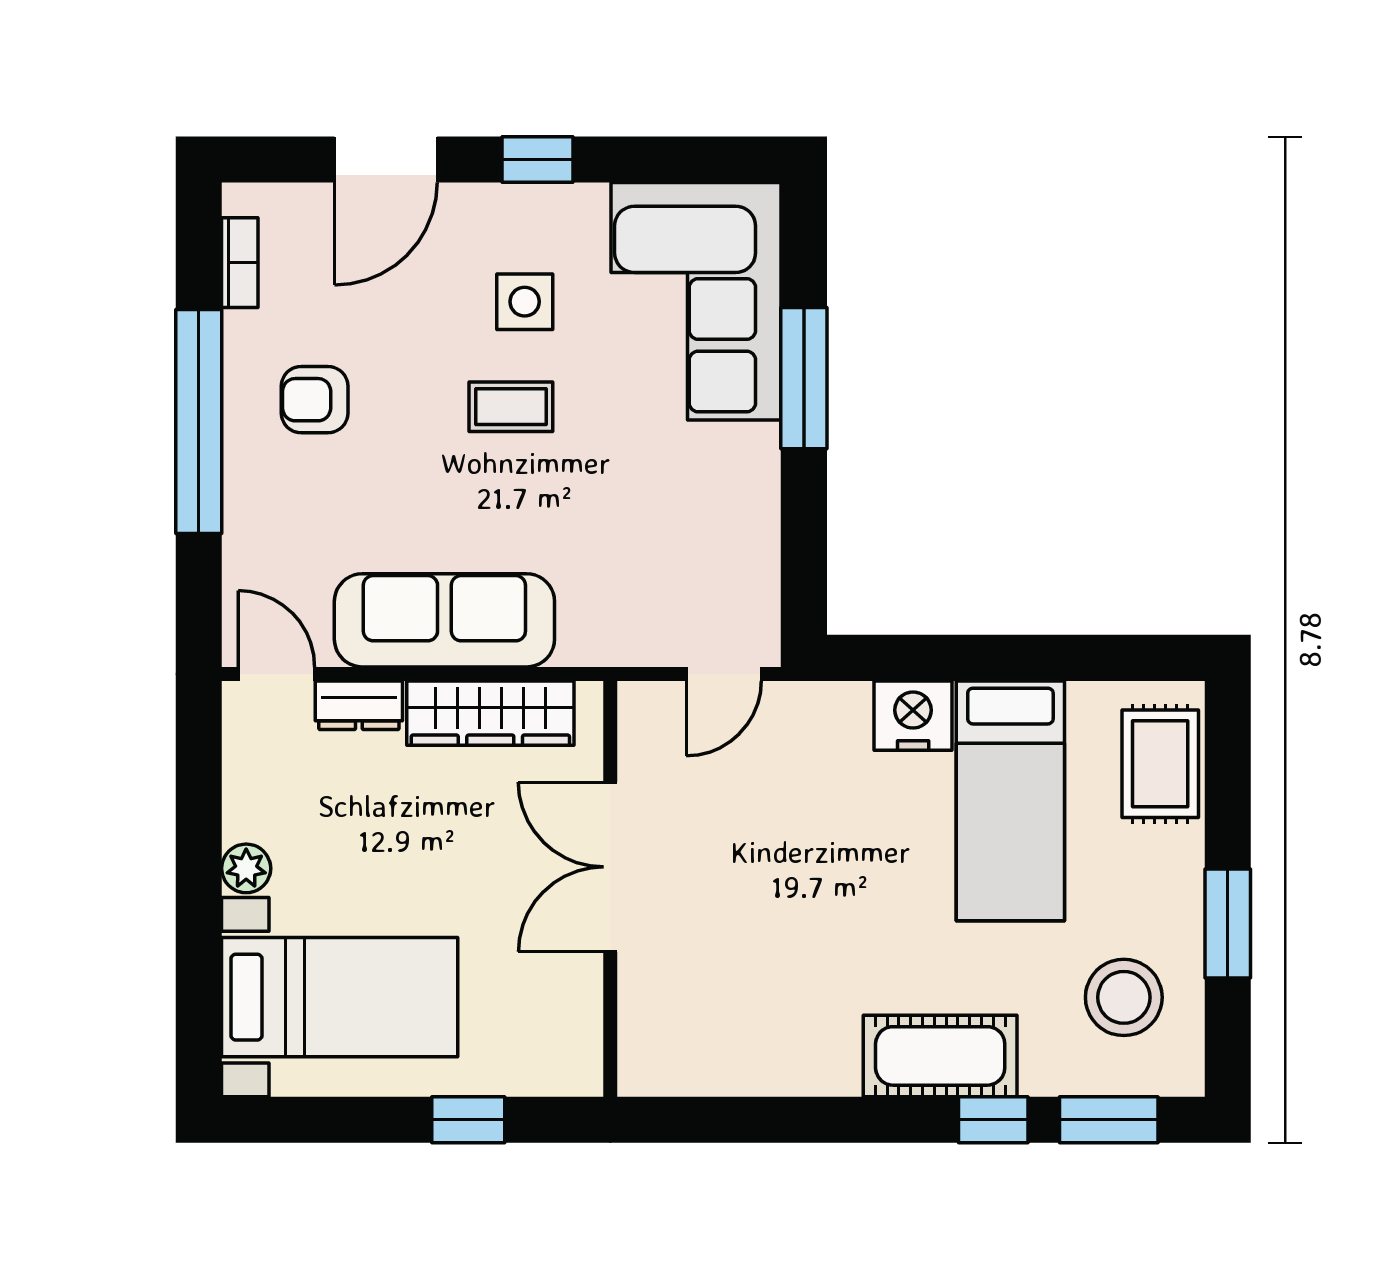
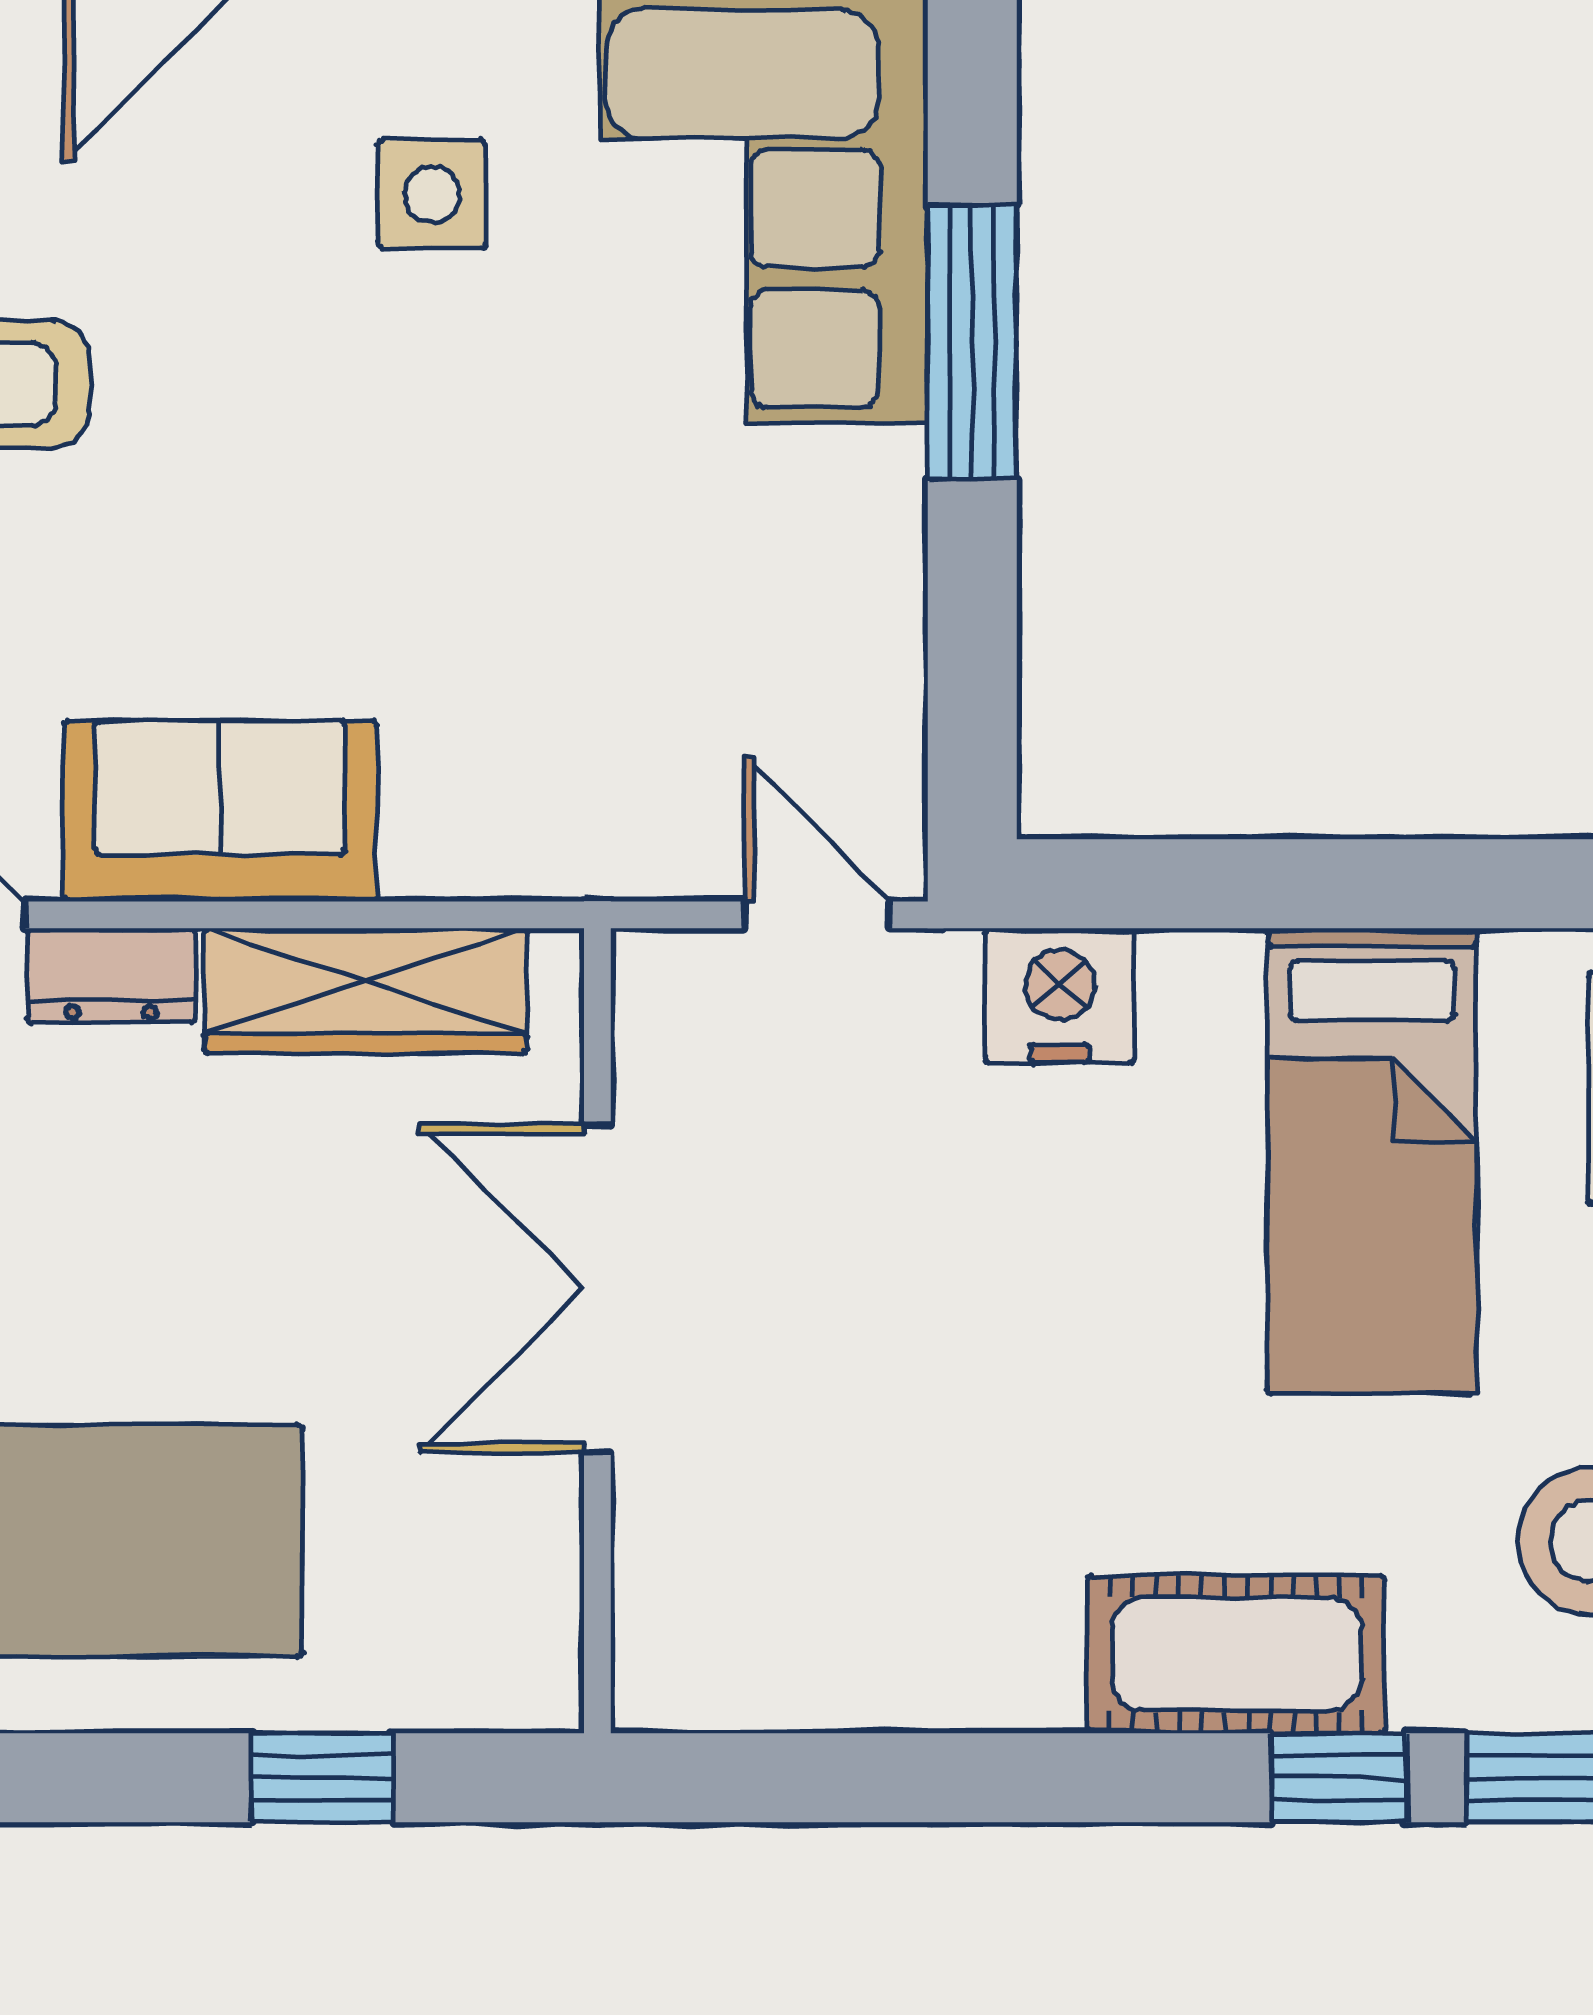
coffee table: (511, 407) -> (405, 398), removed
sofa: (444, 620) -> (220, 811), width x0.73
door: (724, 674) -> (817, 915), swing flipped
nightstand: (913, 716) -> (1060, 996), moved

